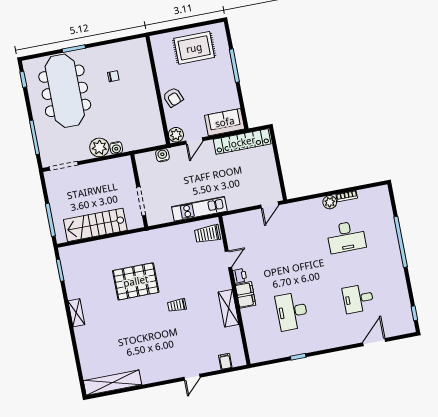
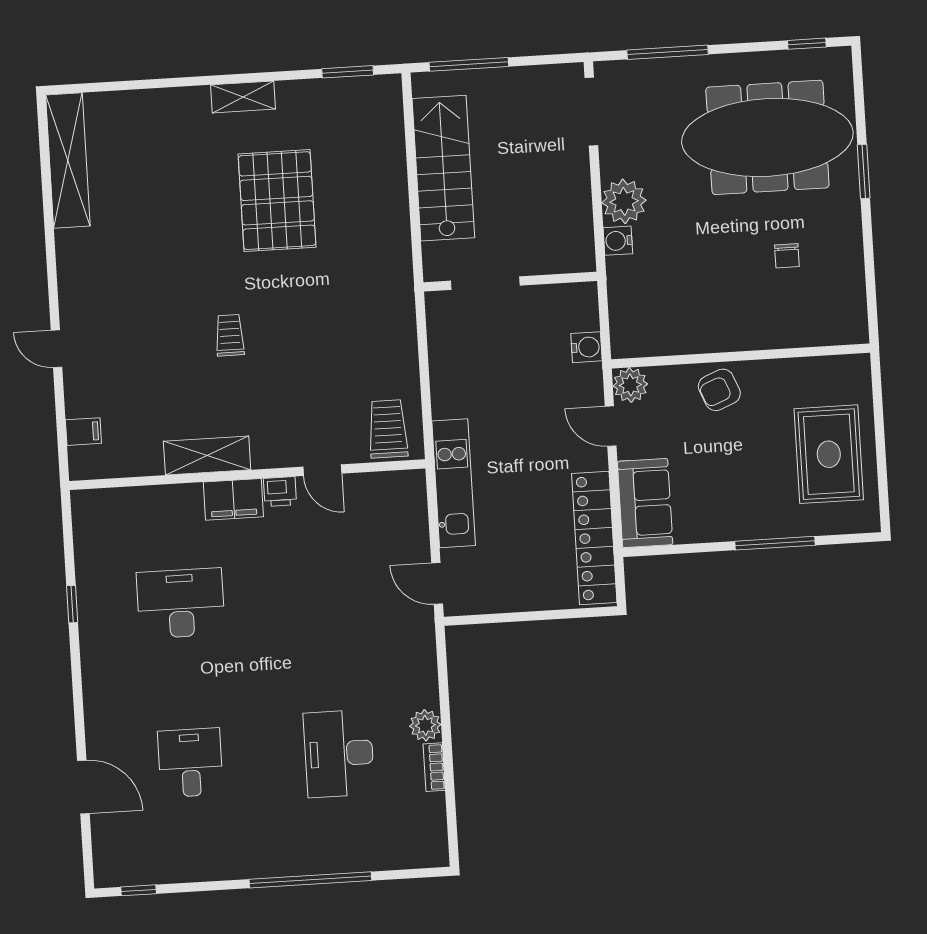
kitchen unit: (199, 209) -> (454, 483), moved
pallet: (136, 281) -> (277, 201), moved

